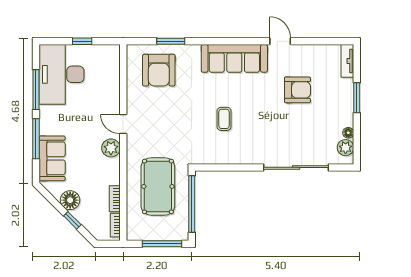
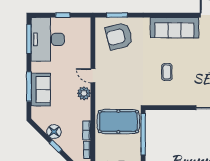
window: (171, 41) -> (117, 15), moved
armchair: (159, 70) -> (119, 36), turned 76
window: (36, 90) -> (29, 39), moved
sofa: (52, 158) -> (41, 90), moved
pool table: (158, 186) -> (118, 122), turned 90

